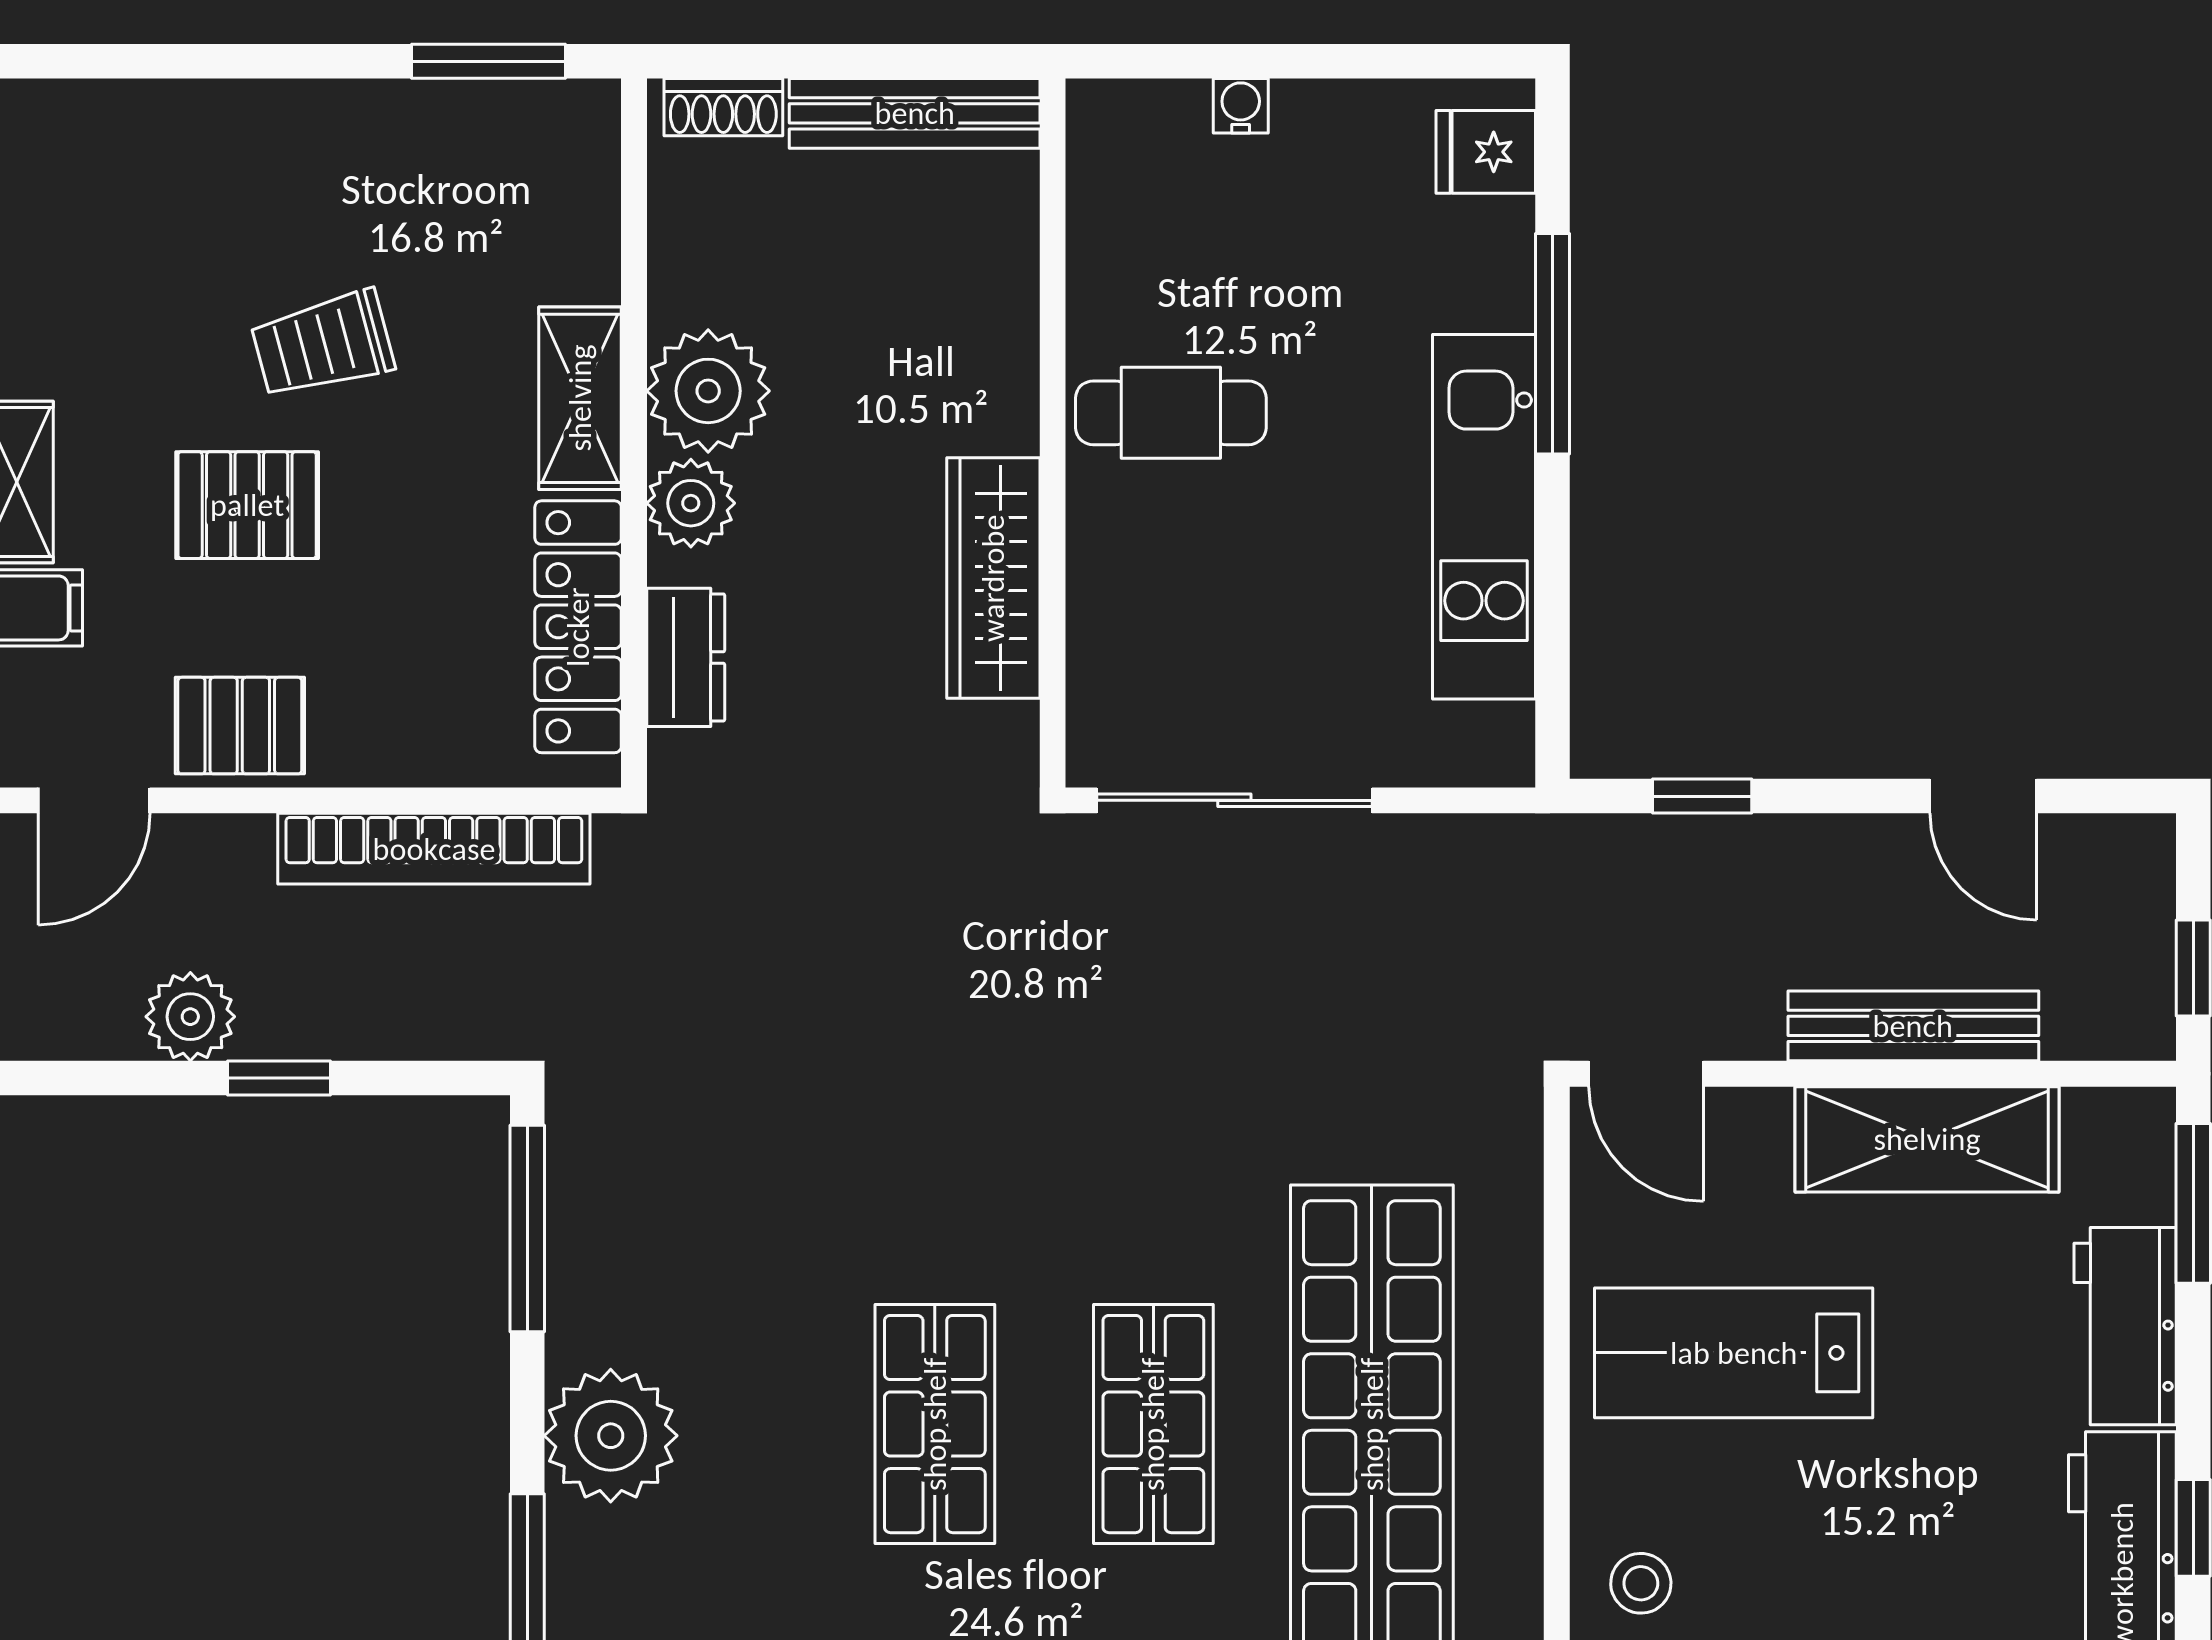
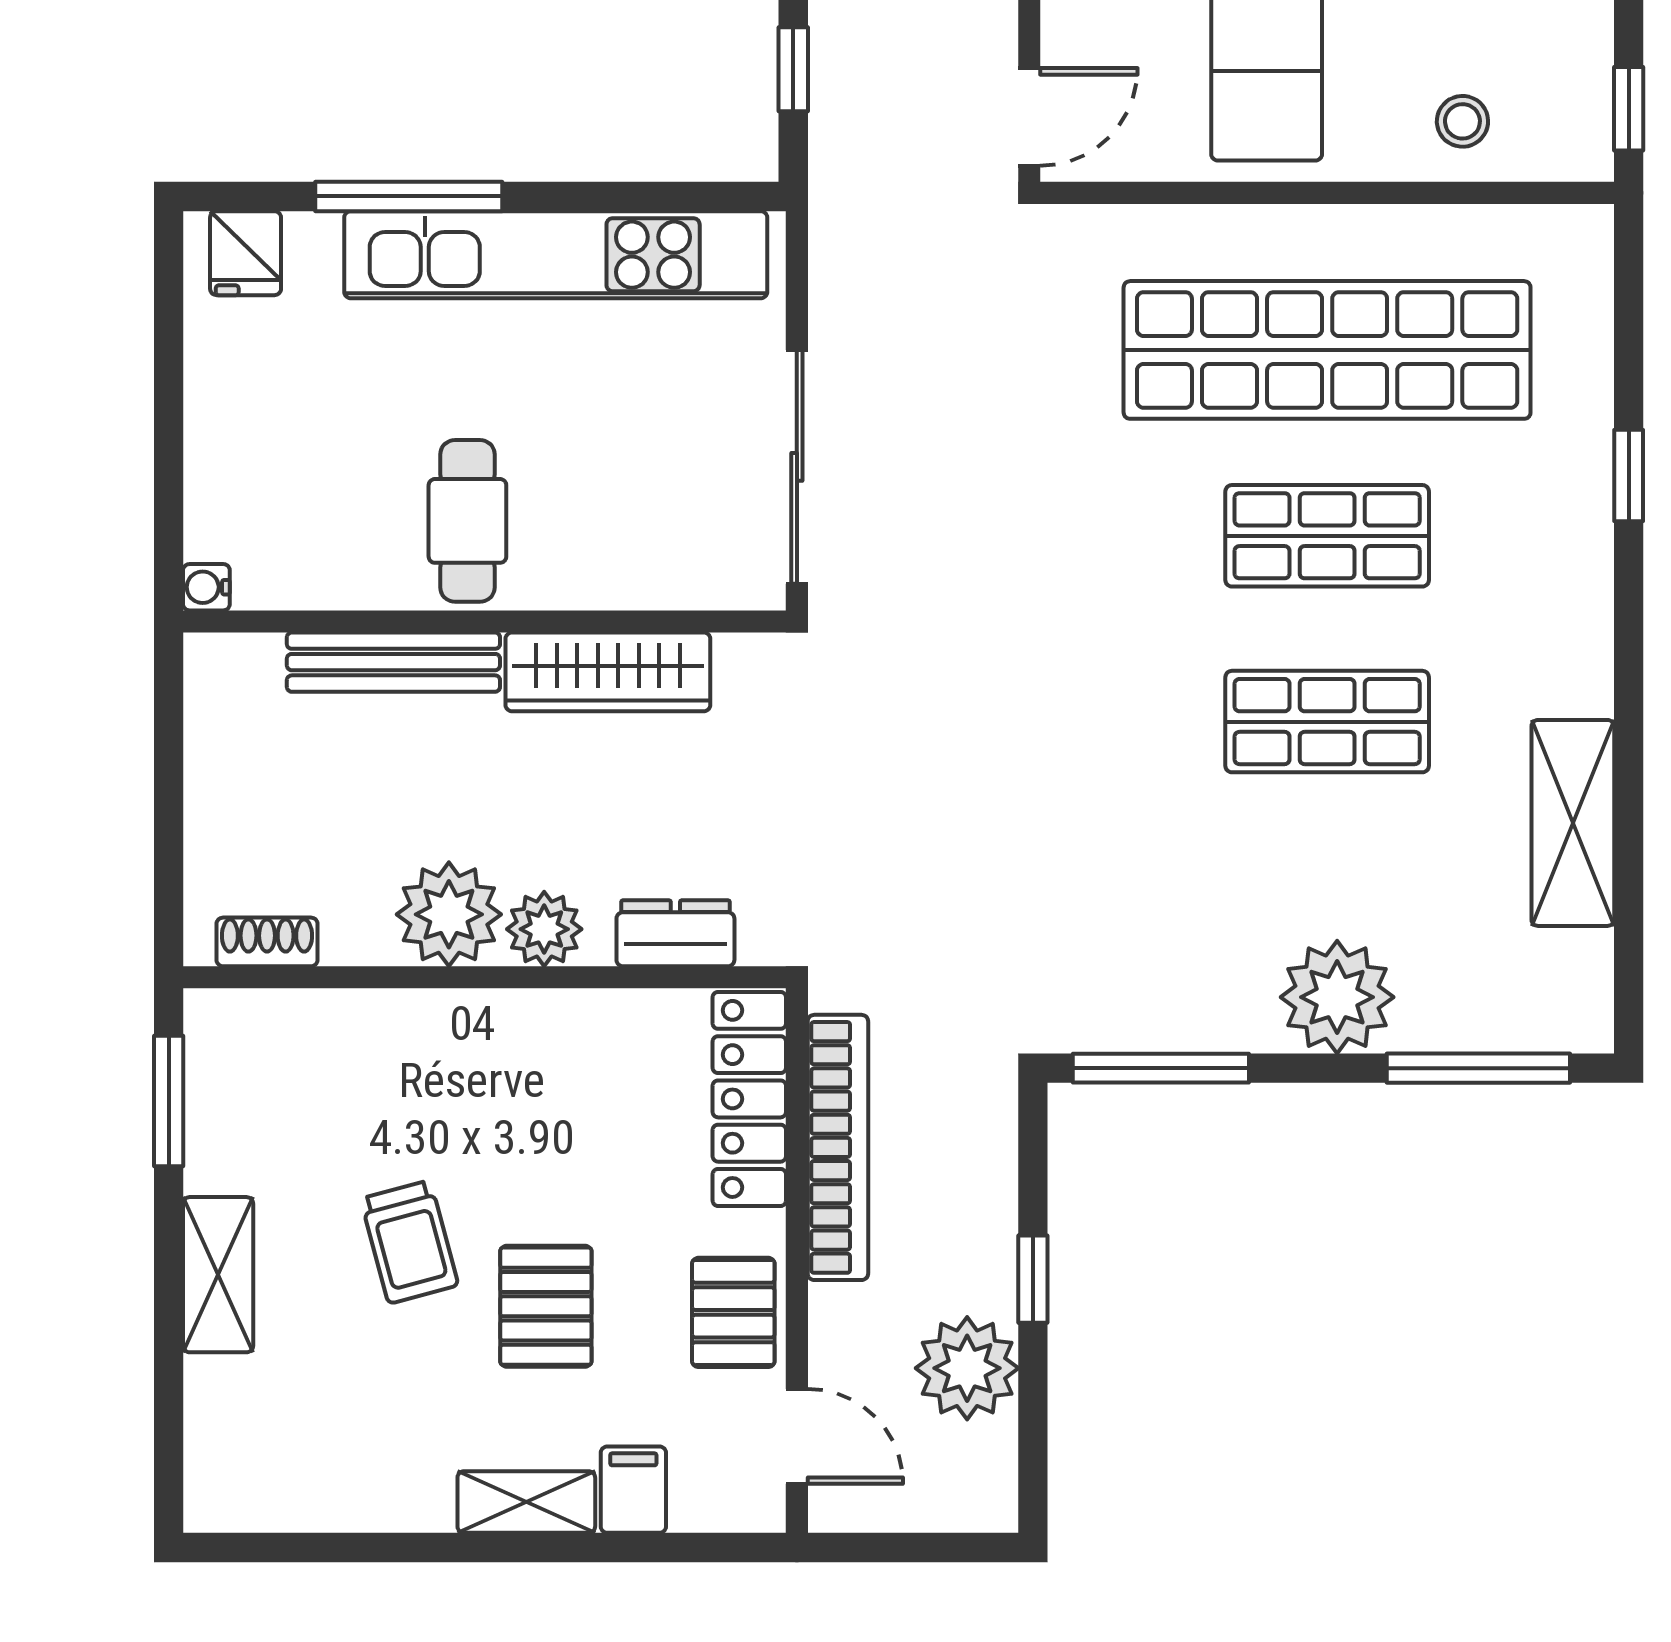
water cooler: (1241, 106) -> (206, 587), moved
shoe rack: (723, 107) -> (267, 942), moved, turned -90
bench: (915, 113) -> (393, 662), moved, turned 90
shelving: (580, 398) -> (218, 1275), moved, turned 90
kitchen unit: (1484, 517) -> (556, 255), width x1.36
locker: (578, 627) -> (749, 1099), moved, turned 90
plant: (190, 1017) -> (967, 1368), width x1.36, depth x1.36

